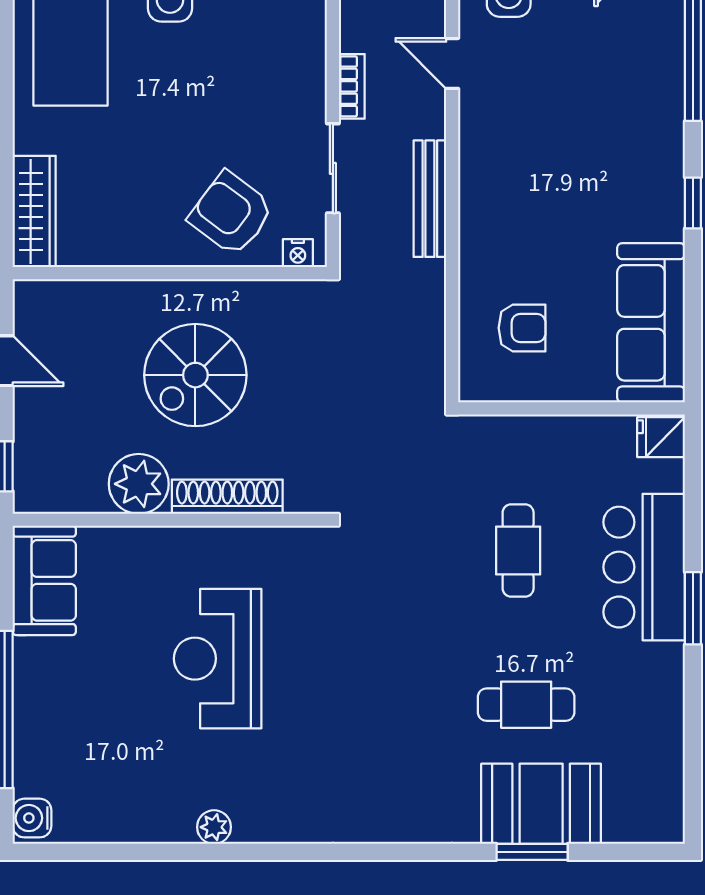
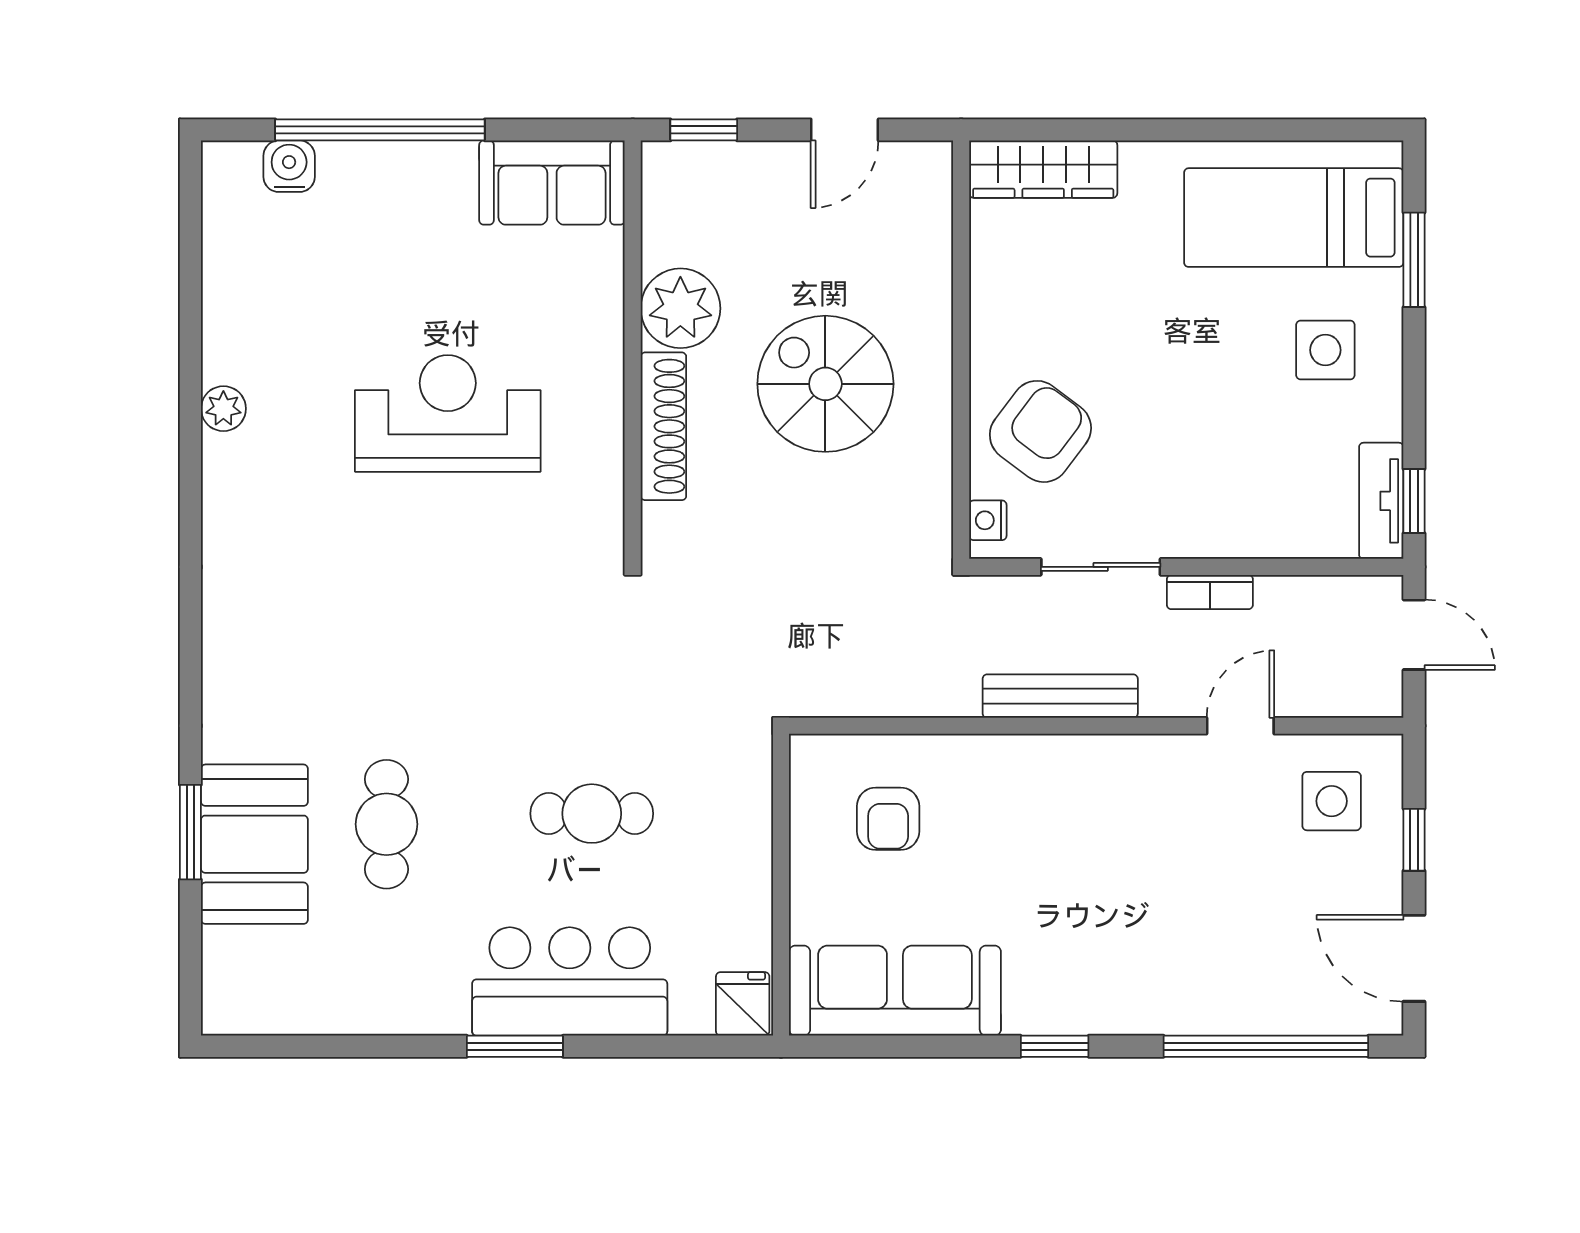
water cooler: (32, 818) -> (289, 166), moved

